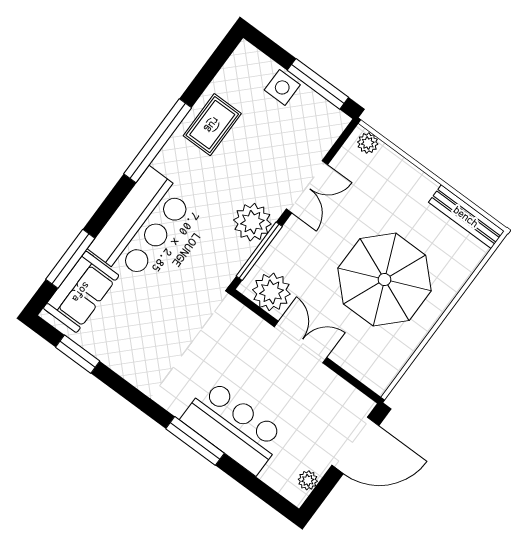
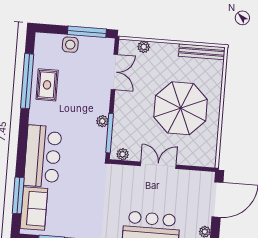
window: (158, 141) -> (27, 81), moved
plant: (368, 143) -> (144, 47), moved
double door: (307, 187) -> (114, 72), moved
plant: (252, 222) -> (102, 121), width x0.53, depth x0.53
plant: (271, 292) -> (123, 154), width x0.53, depth x0.53

